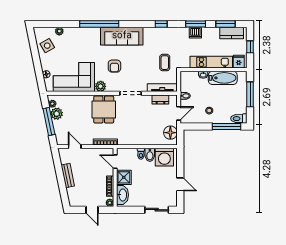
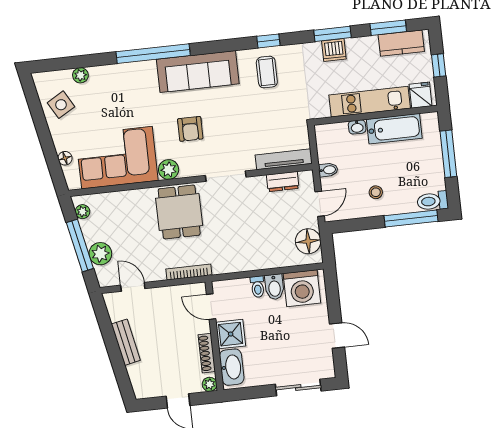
coffee table: (165, 63) -> (267, 72), moved
plant: (57, 114) -> (100, 254), moved

